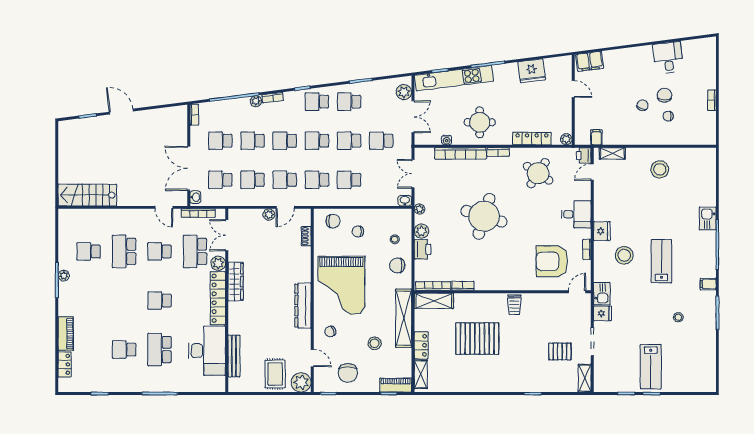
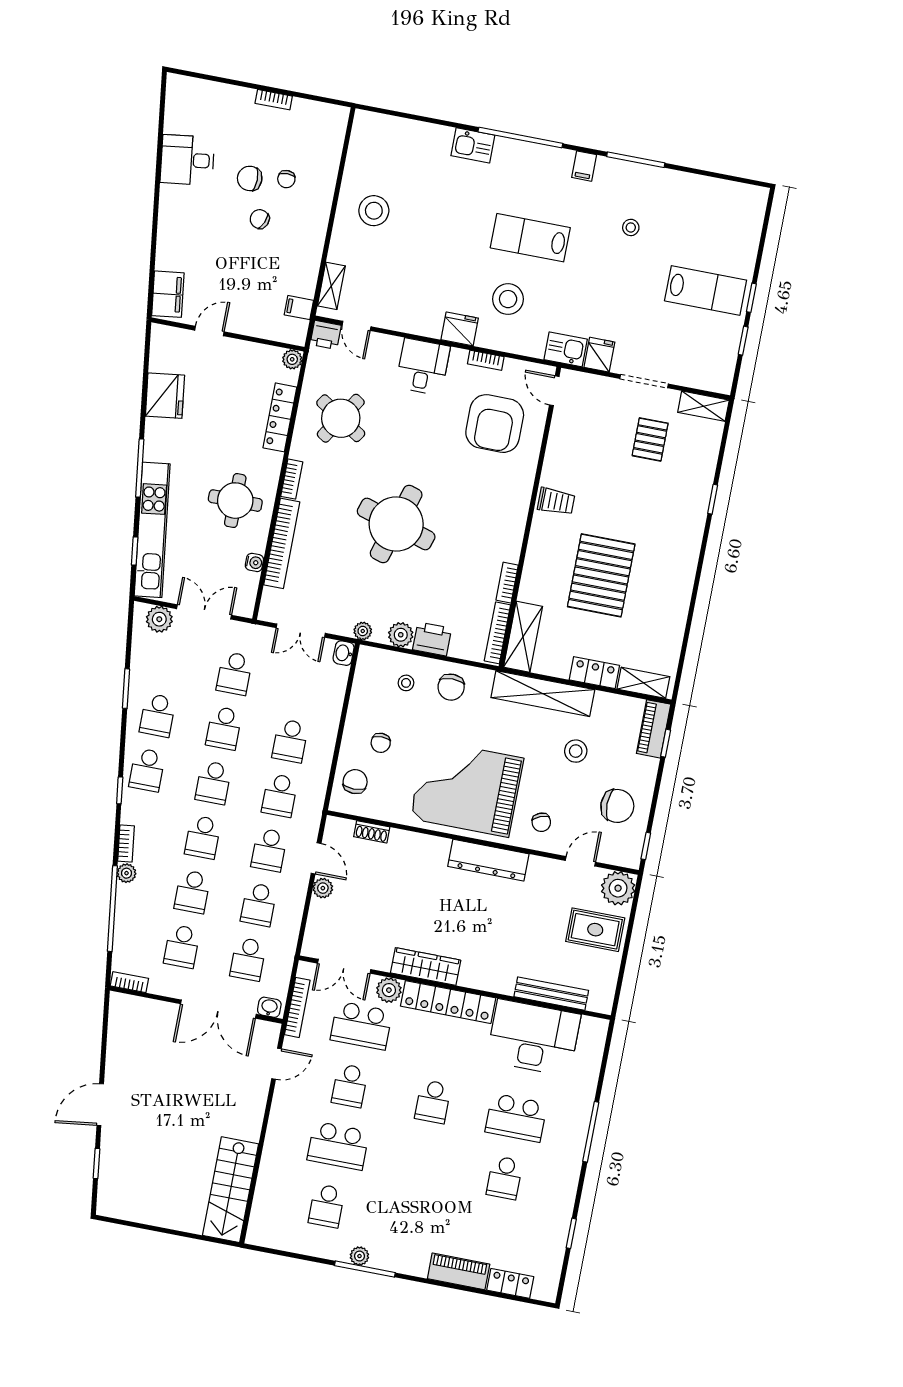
grand piano: (341, 285) -> (467, 788), turned 180

